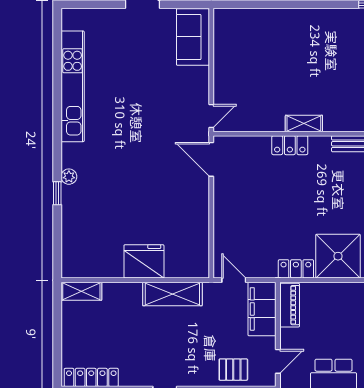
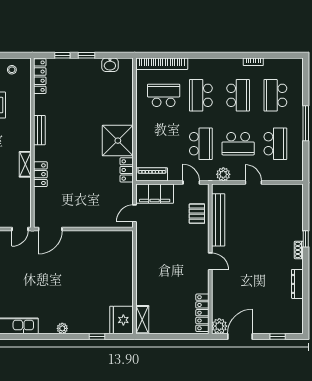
door: (211, 116) -> (20, 229), swing flipped
window: (57, 193) -> (97, 336), moved
fridge: (144, 261) -> (121, 320), moved
shelving: (172, 294) -> (144, 256), removed

